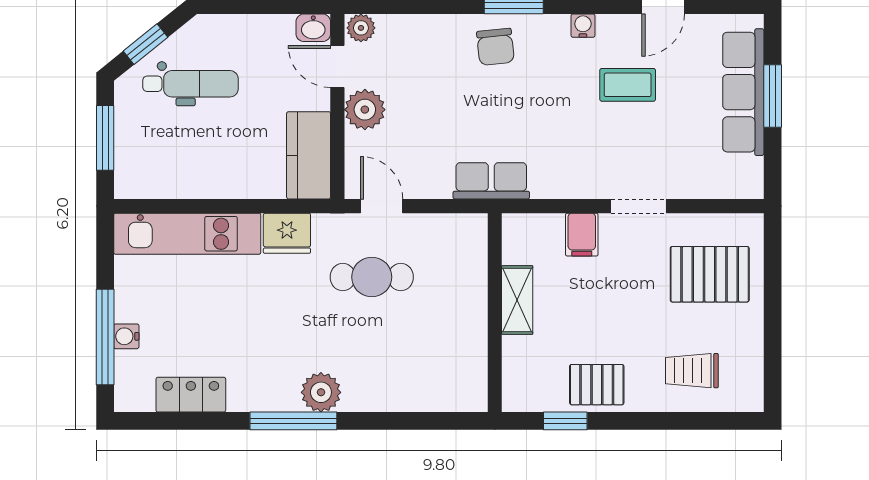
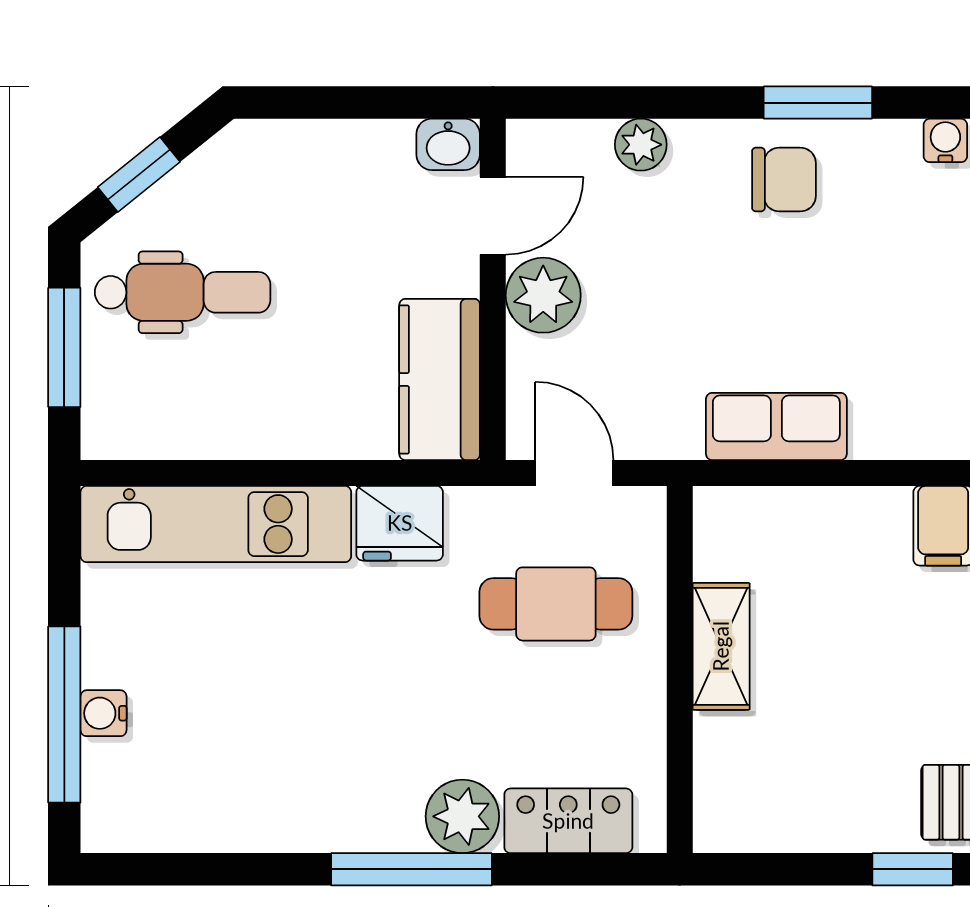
plant: (361, 28) -> (641, 145), moved
chair: (495, 47) -> (784, 180), turned -84
door: (337, 66) -> (493, 216), swing flipped
dental chair: (190, 84) -> (183, 292), moved
shelving: (517, 300) -> (721, 646), moved
wall: (495, 313) -> (680, 670), moved
locker: (191, 395) -> (568, 821), moved

